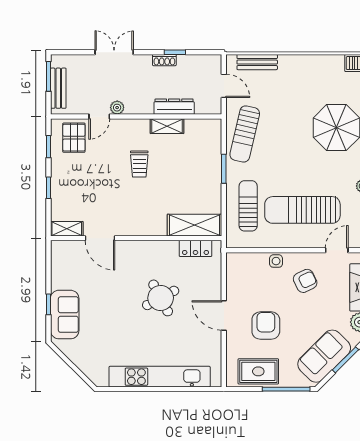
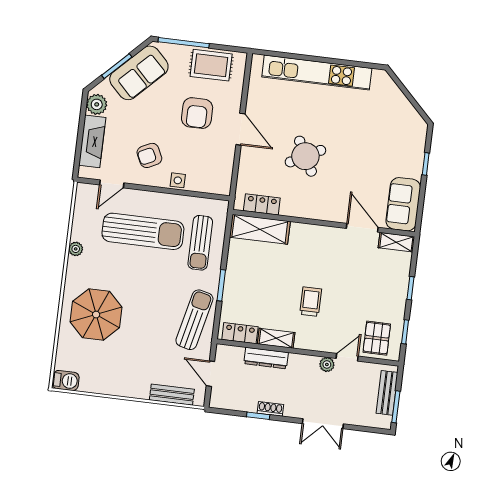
locker: (201, 127) -> (240, 333), added
sofa: (65, 315) -> (403, 204), moved

